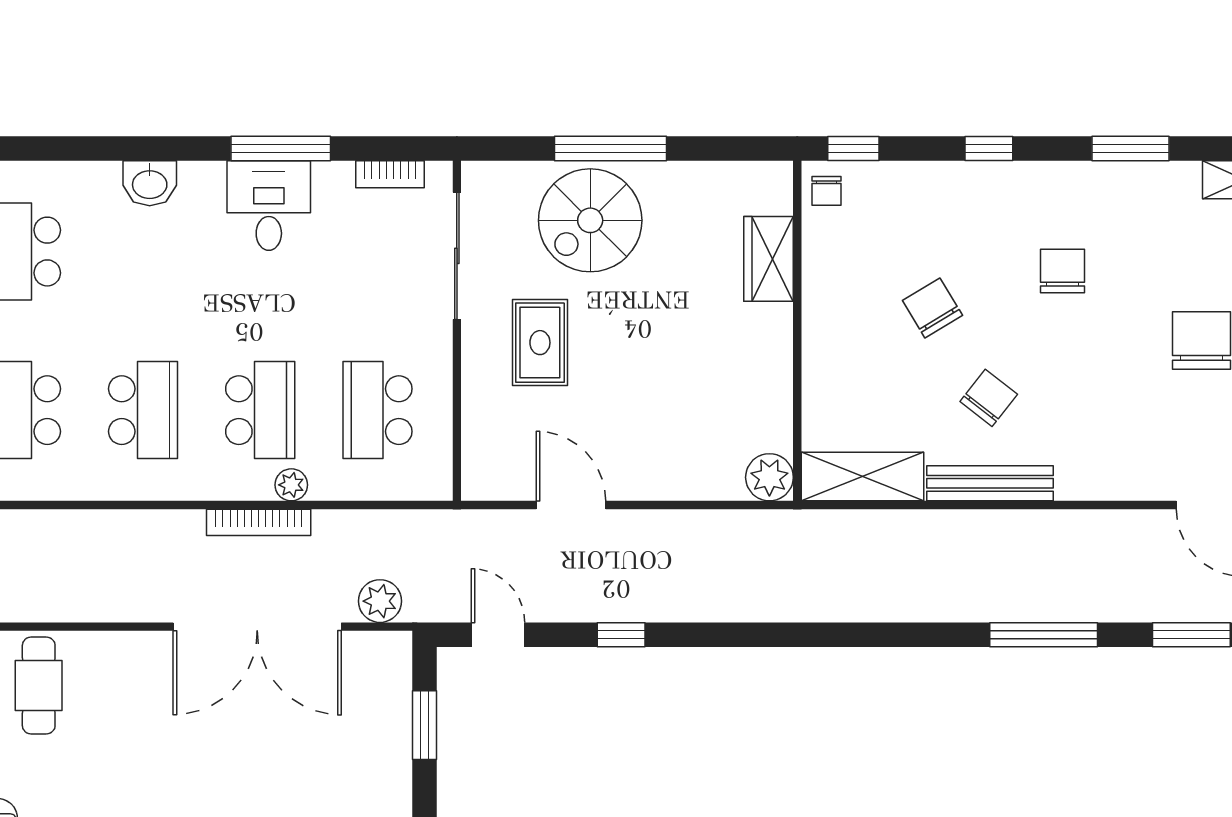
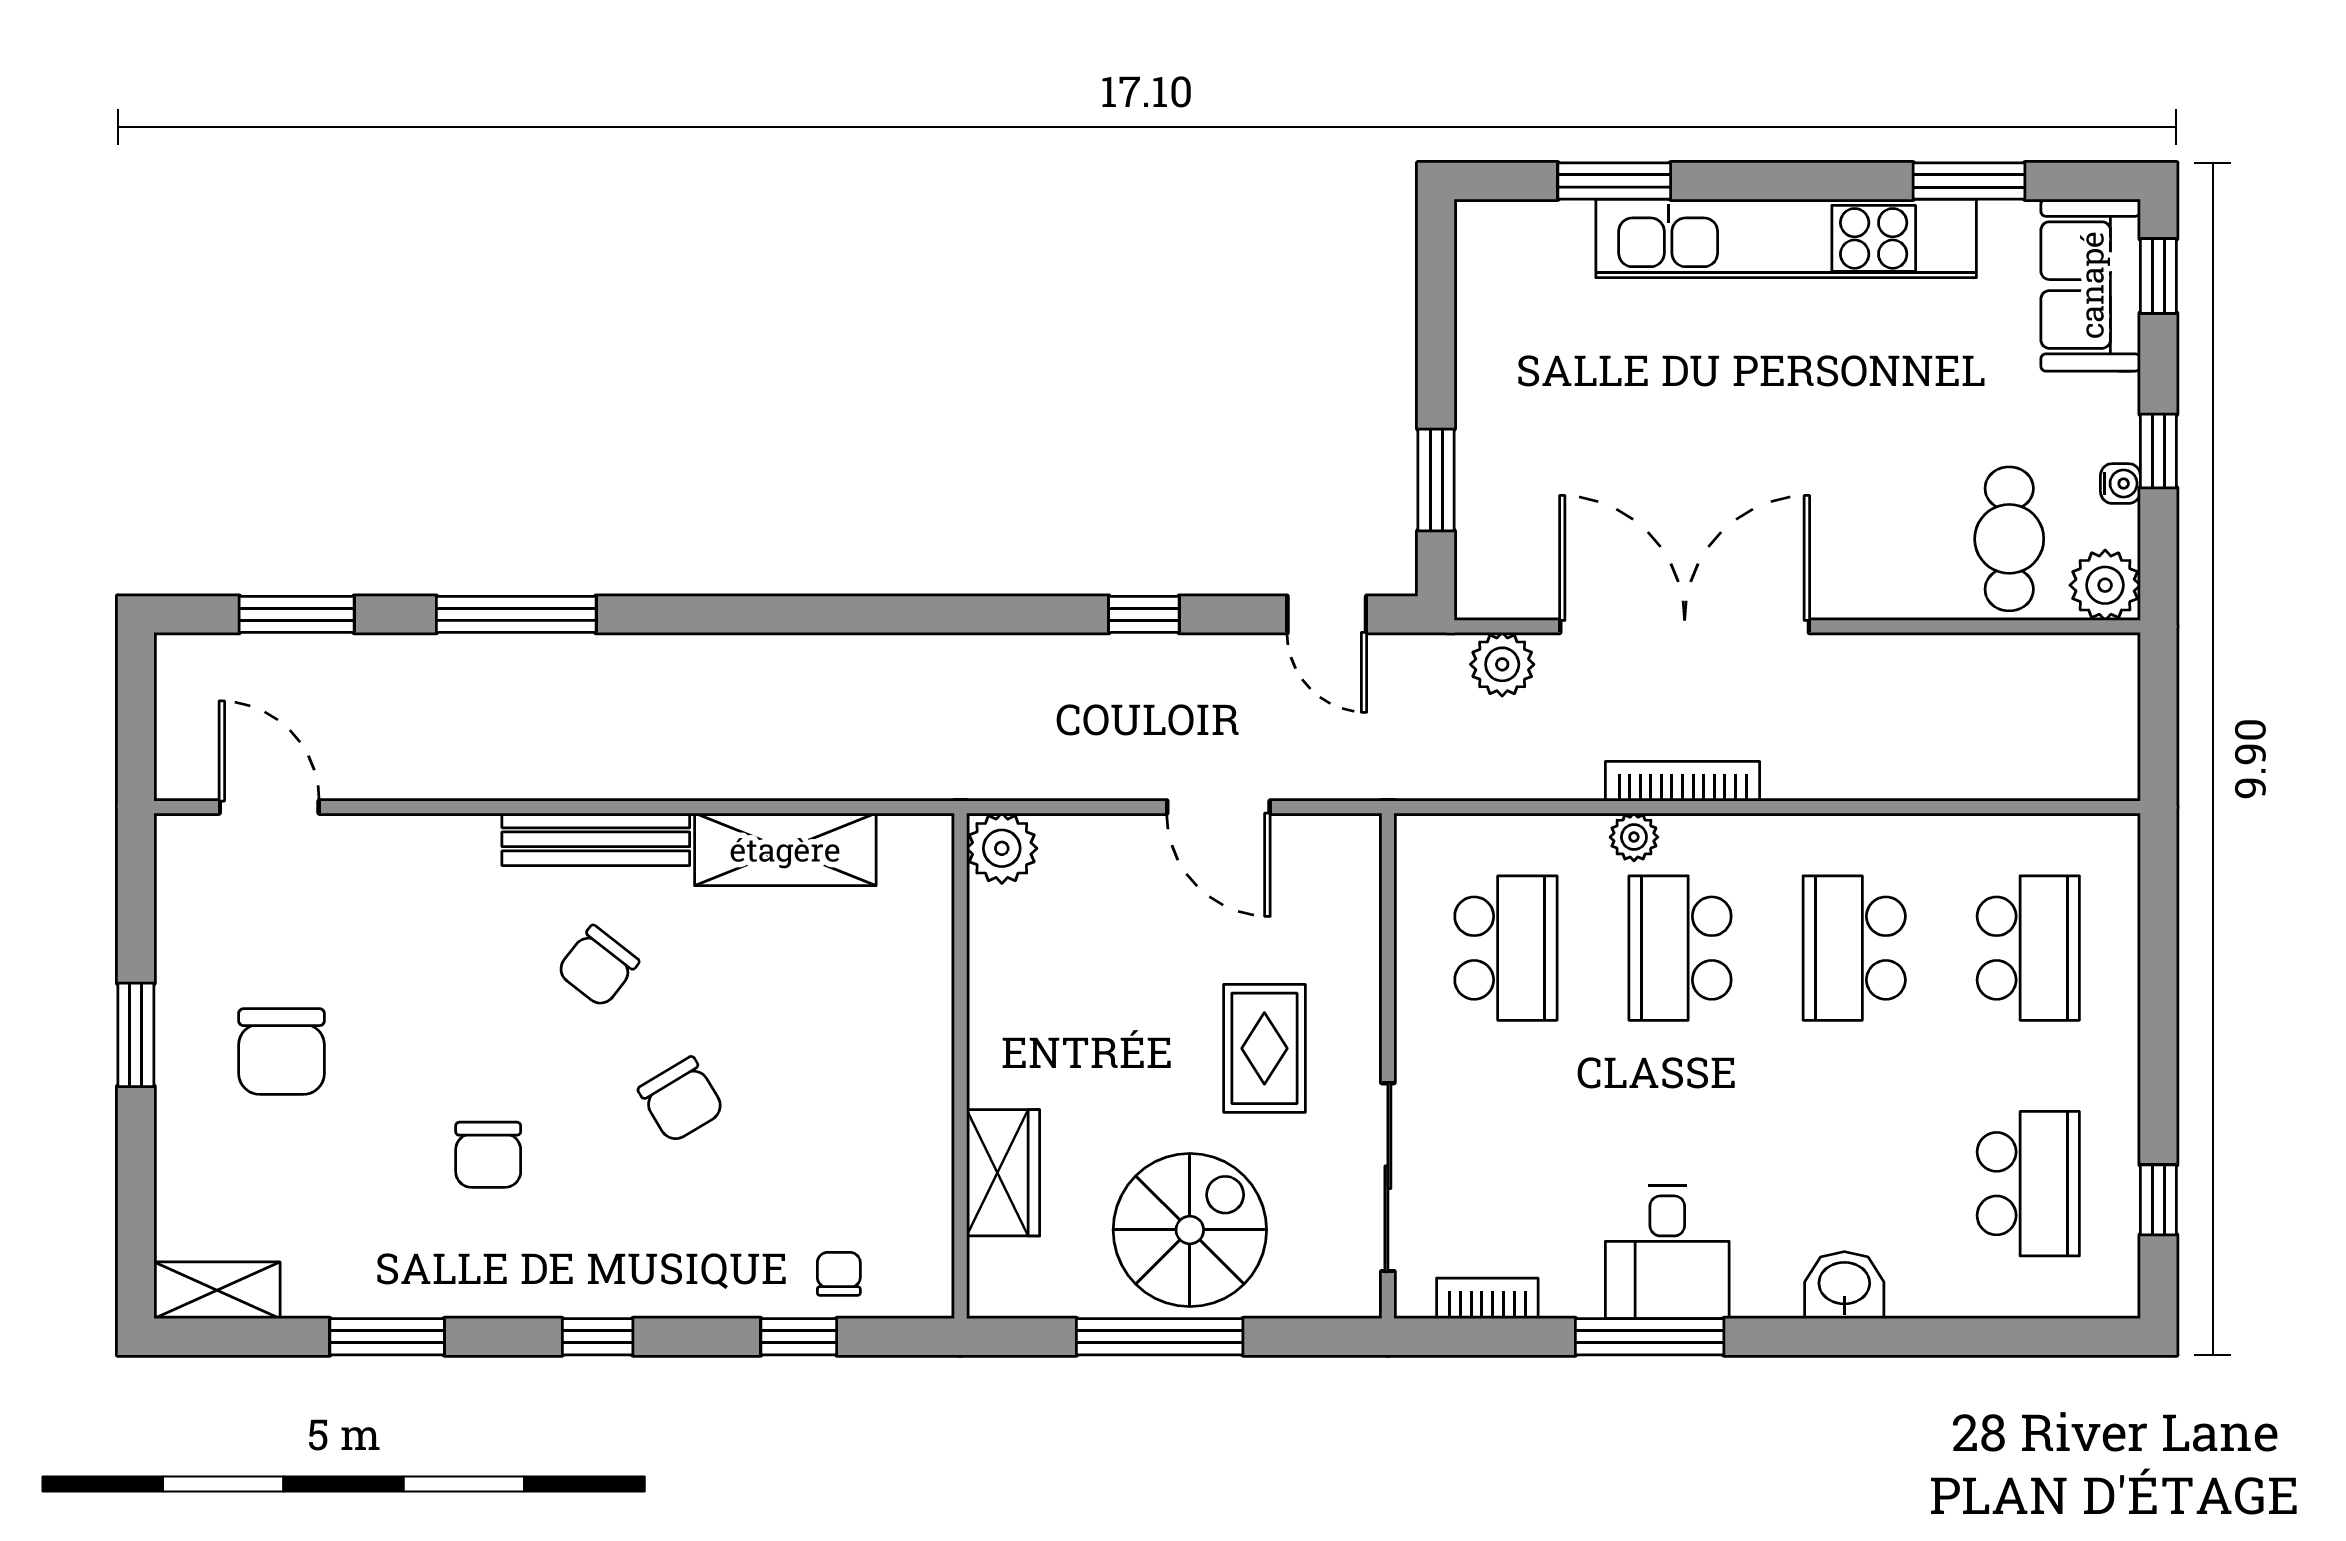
wardrobe: (769, 259) -> (1003, 1173), moved
wall: (797, 331) -> (961, 1066), moved
plant: (769, 477) -> (1002, 848), moved

